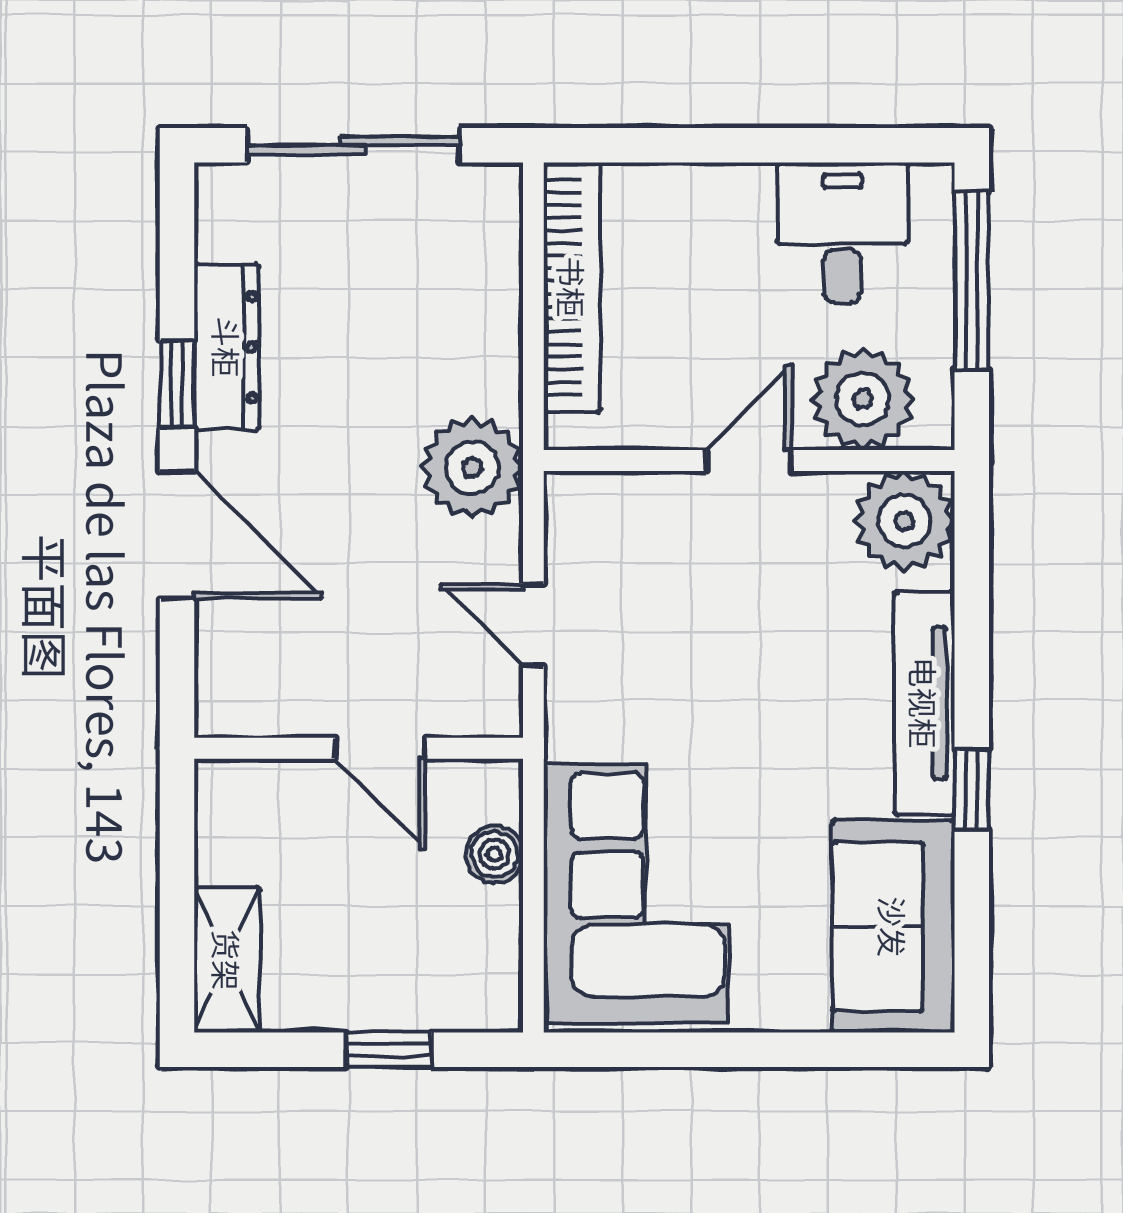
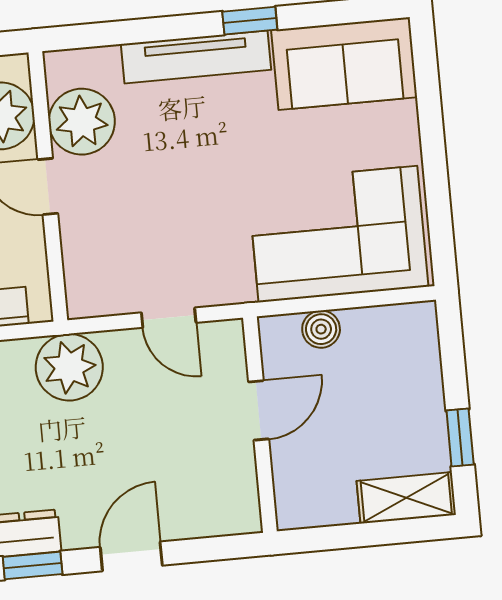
plant: (905, 521) -> (82, 122), moved
door: (177, 535) -> (131, 556), width x0.73
door: (533, 625) -> (169, 318), hinge flipped
window: (389, 1050) -> (460, 438), moved

